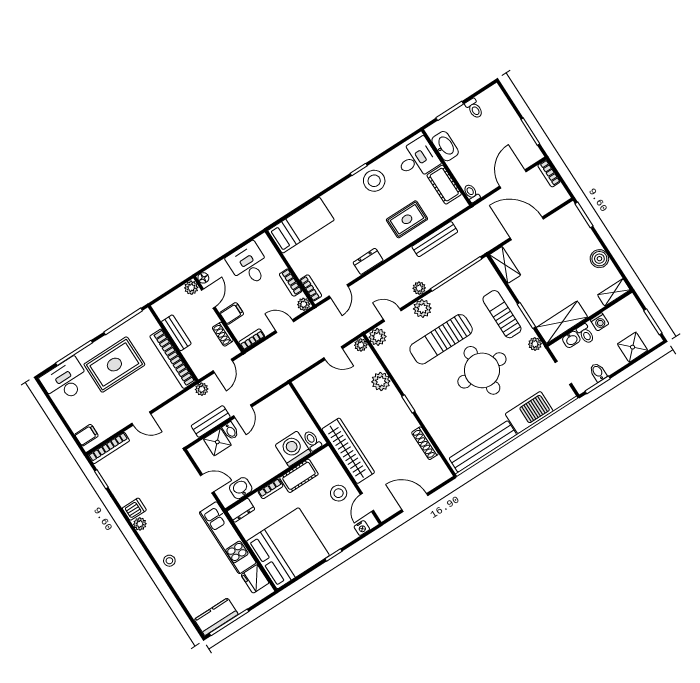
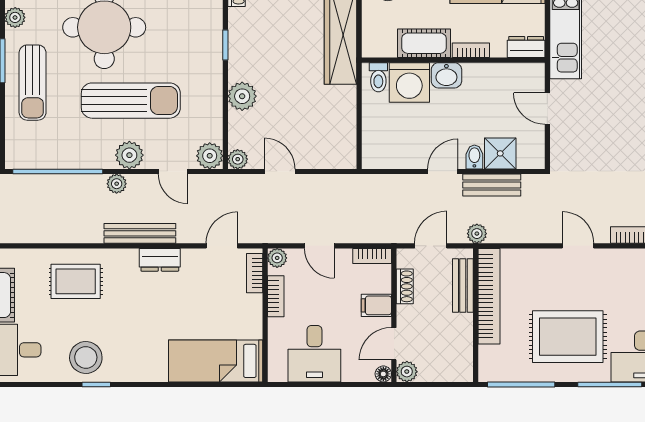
bench: (435, 239) -> (140, 233), moved
bench: (176, 333) -> (463, 285), moved
washbasin: (241, 488) -> (446, 75), moved

